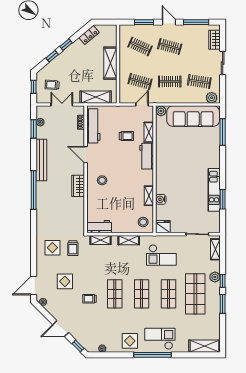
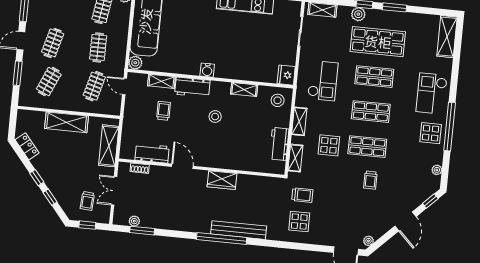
workbench: (93, 126) -> (152, 153), width x0.73
door: (86, 155) -> (182, 166), swing flipped
bench: (41, 160) -> (239, 230), moved
stool: (102, 180) -> (215, 117), moved
water cooler: (161, 199) -> (207, 70), moved
workbench: (99, 227) -> (279, 144), moved
display table: (65, 281) -> (329, 145), moved
window: (153, 355) -> (450, 127), moved

